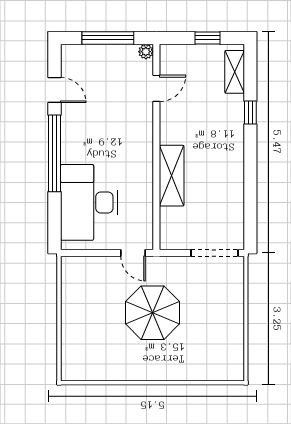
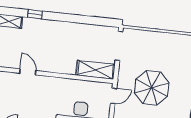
door: (156, 88) -> (28, 72), moved
shelving: (172, 176) -> (96, 70), moved

